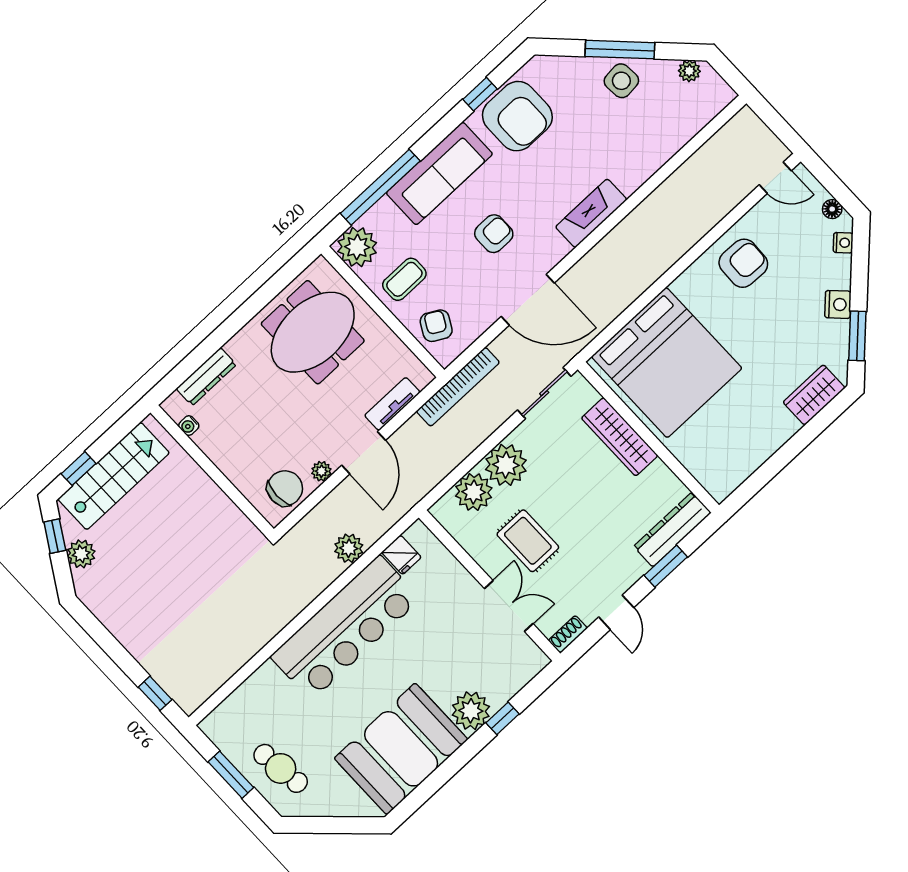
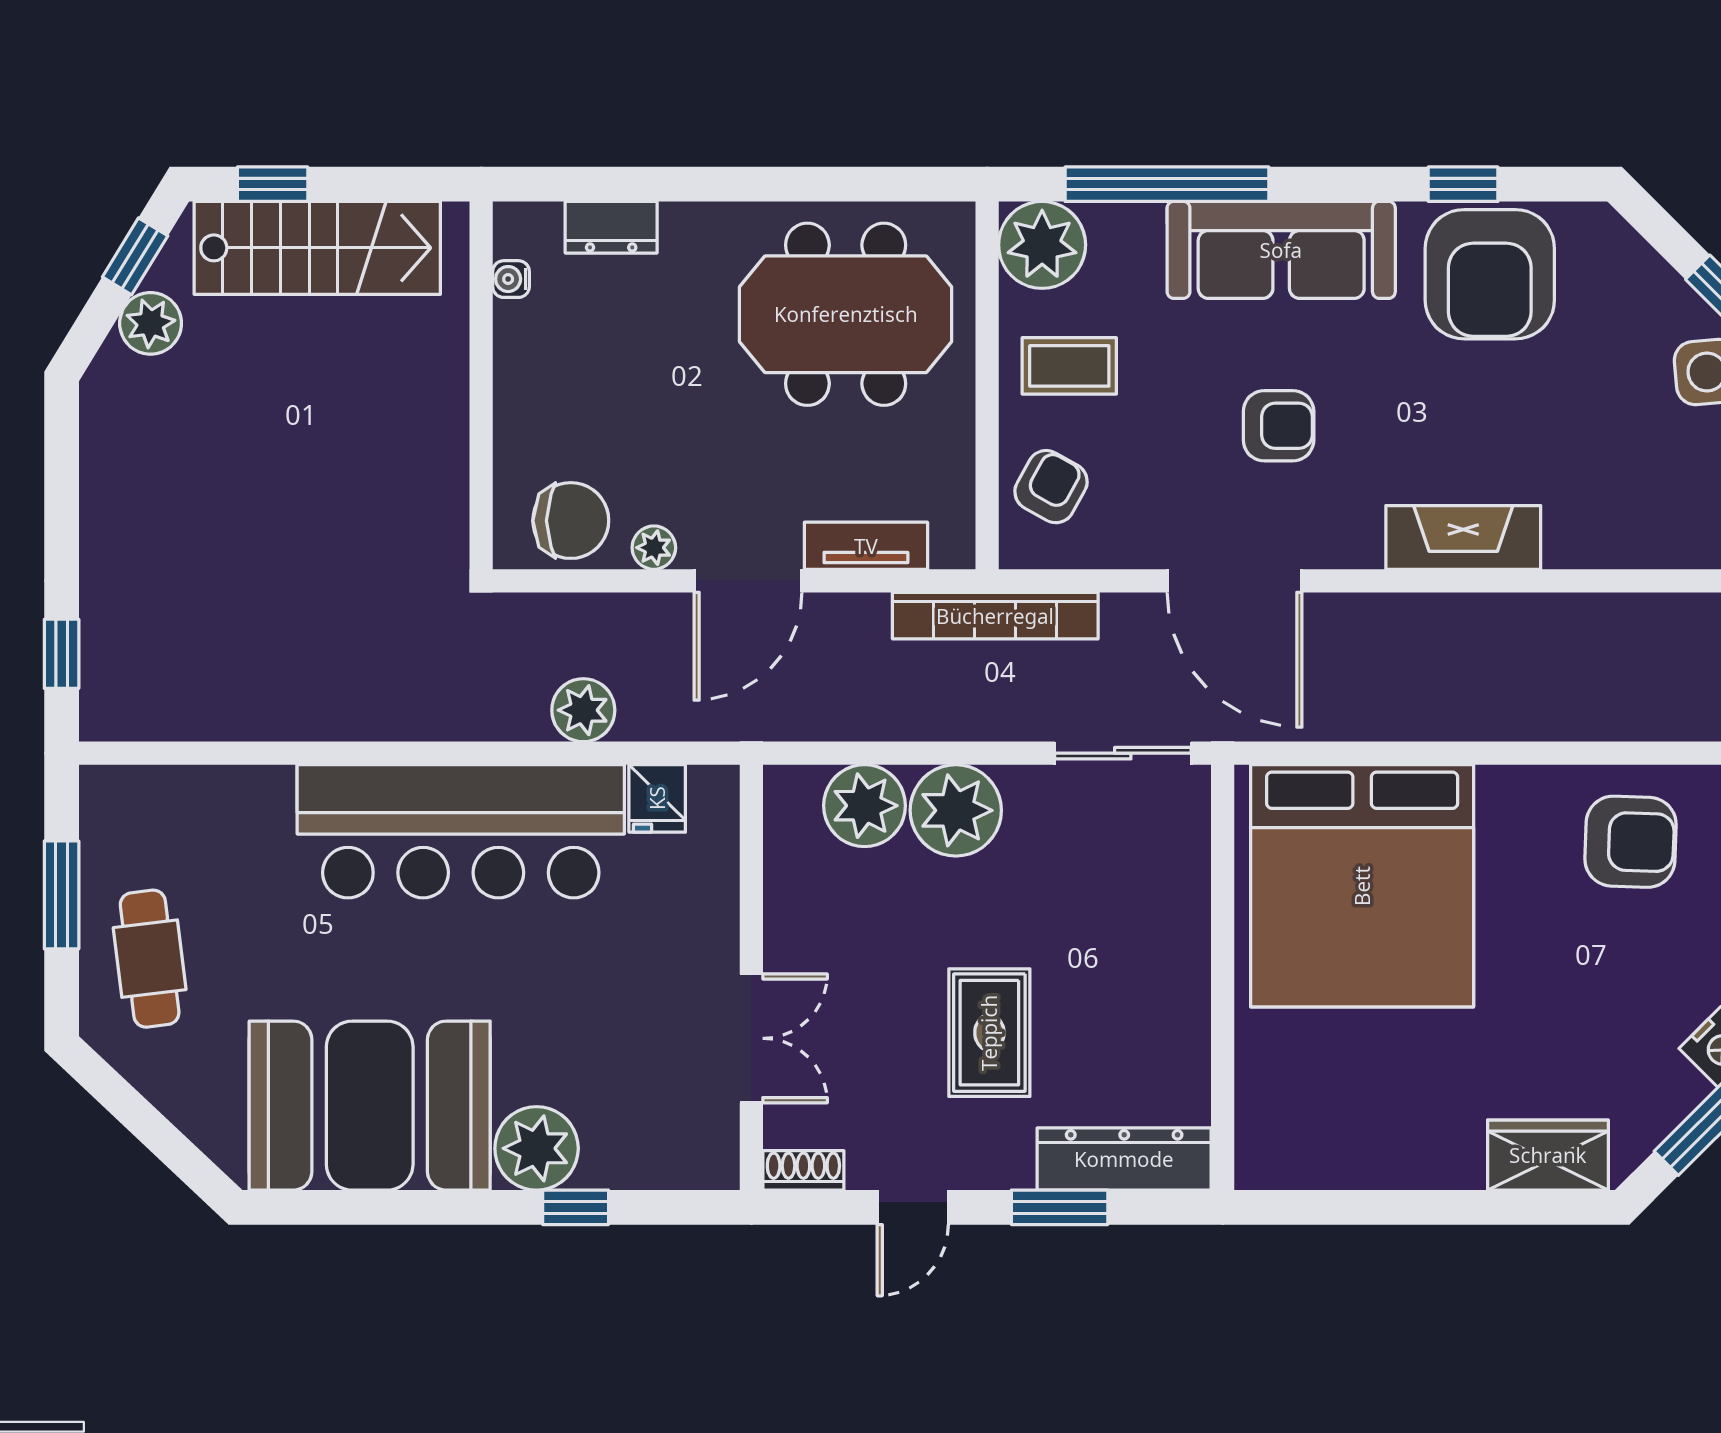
dresser: (206, 377) -> (611, 227), width x0.70
wardrobe: (620, 437) -> (1178, 934), removed
rug: (528, 541) -> (989, 1033), moved

